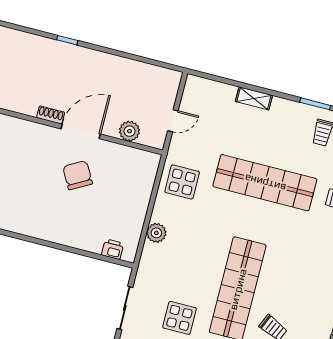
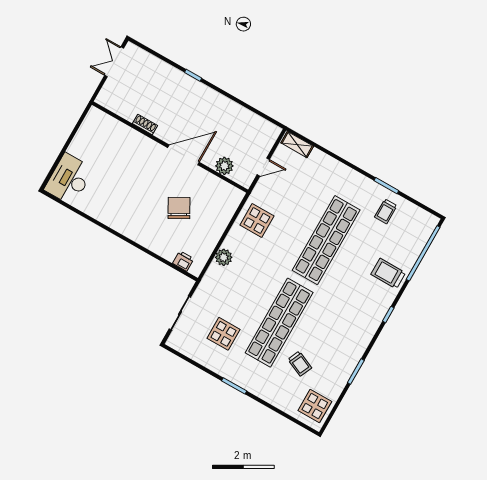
shelving: (254, 98) -> (297, 145), moved
shoe rack: (51, 115) -> (145, 124), moved
chair: (78, 175) -> (179, 208), moved
shop shelf: (265, 183) -> (326, 240), turned 90

